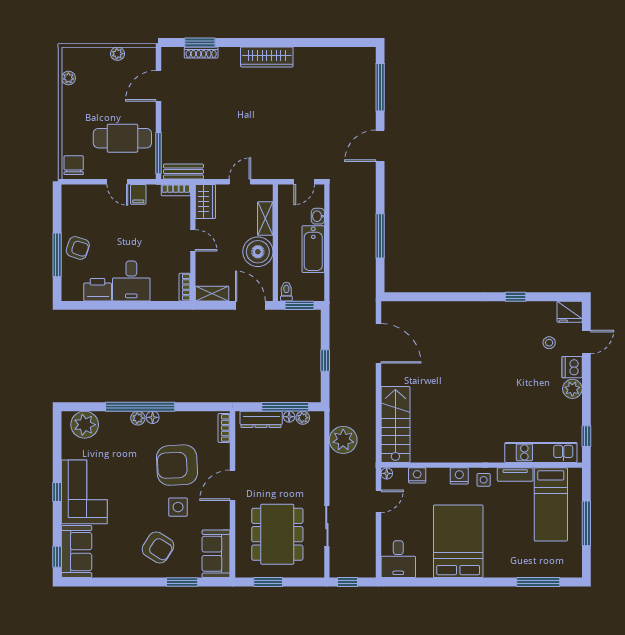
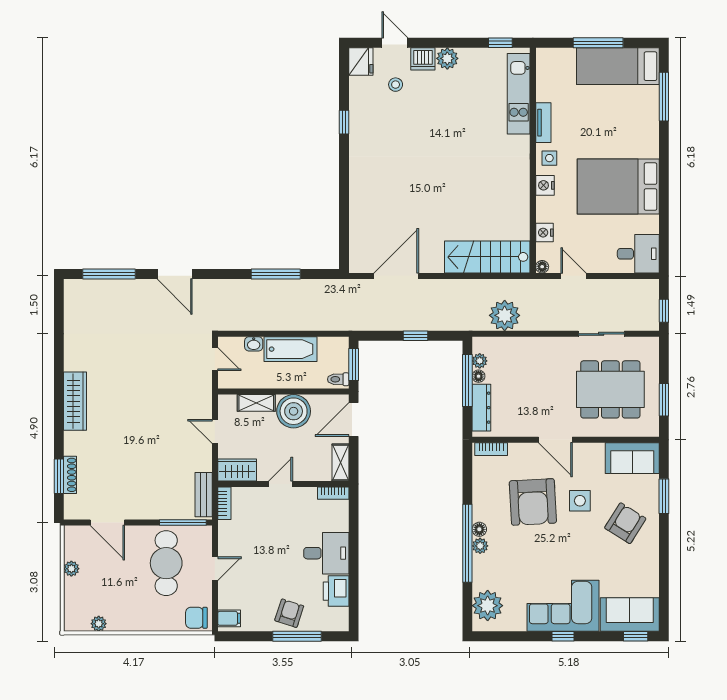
filing cabinet: (138, 194) -> (229, 618), moved
bed: (551, 504) -> (618, 66), moved, turned 180

